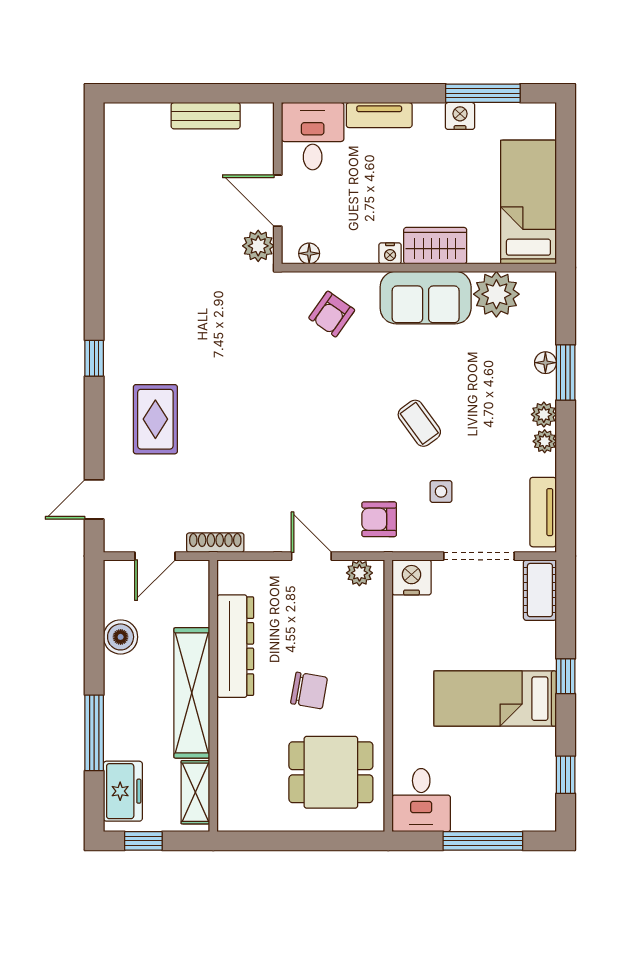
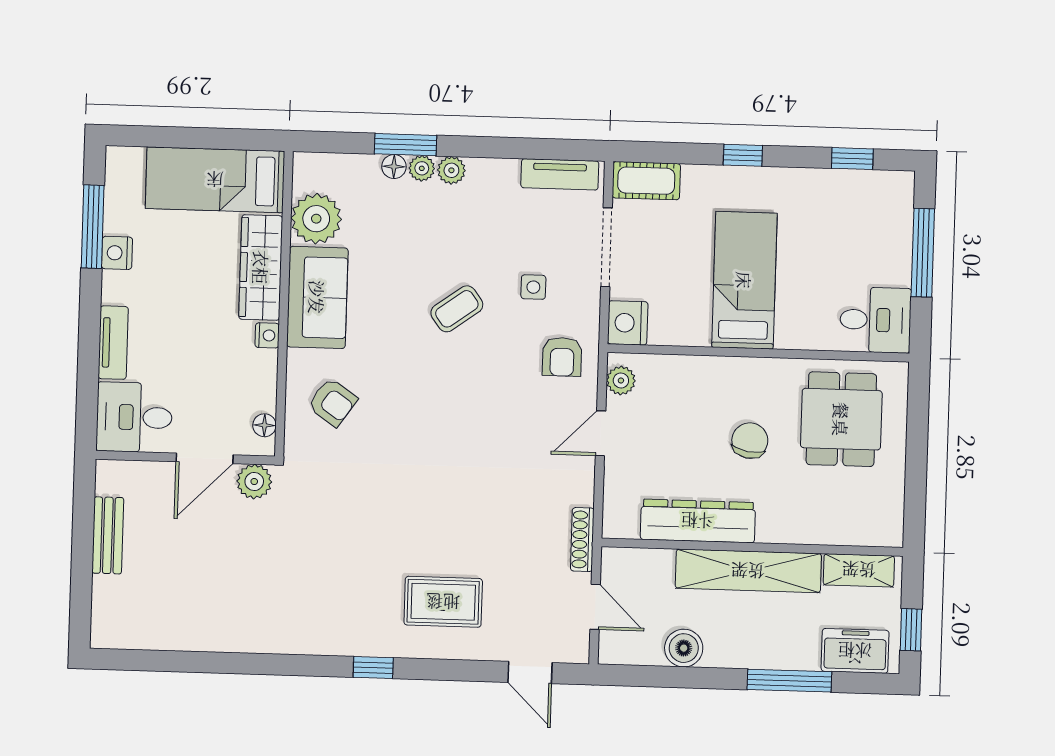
wardrobe: (435, 246) -> (261, 267), width x1.50
plant: (545, 441) -> (422, 168), moved
bed: (495, 699) -> (744, 280), moved, turned 180

